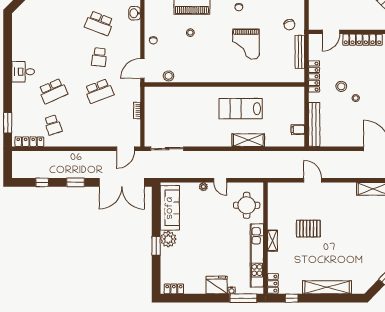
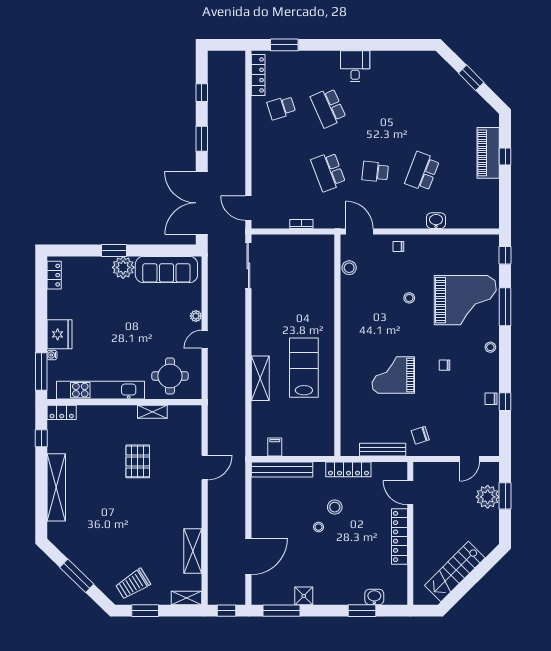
shelving: (272, 241) -> (152, 412), moved

